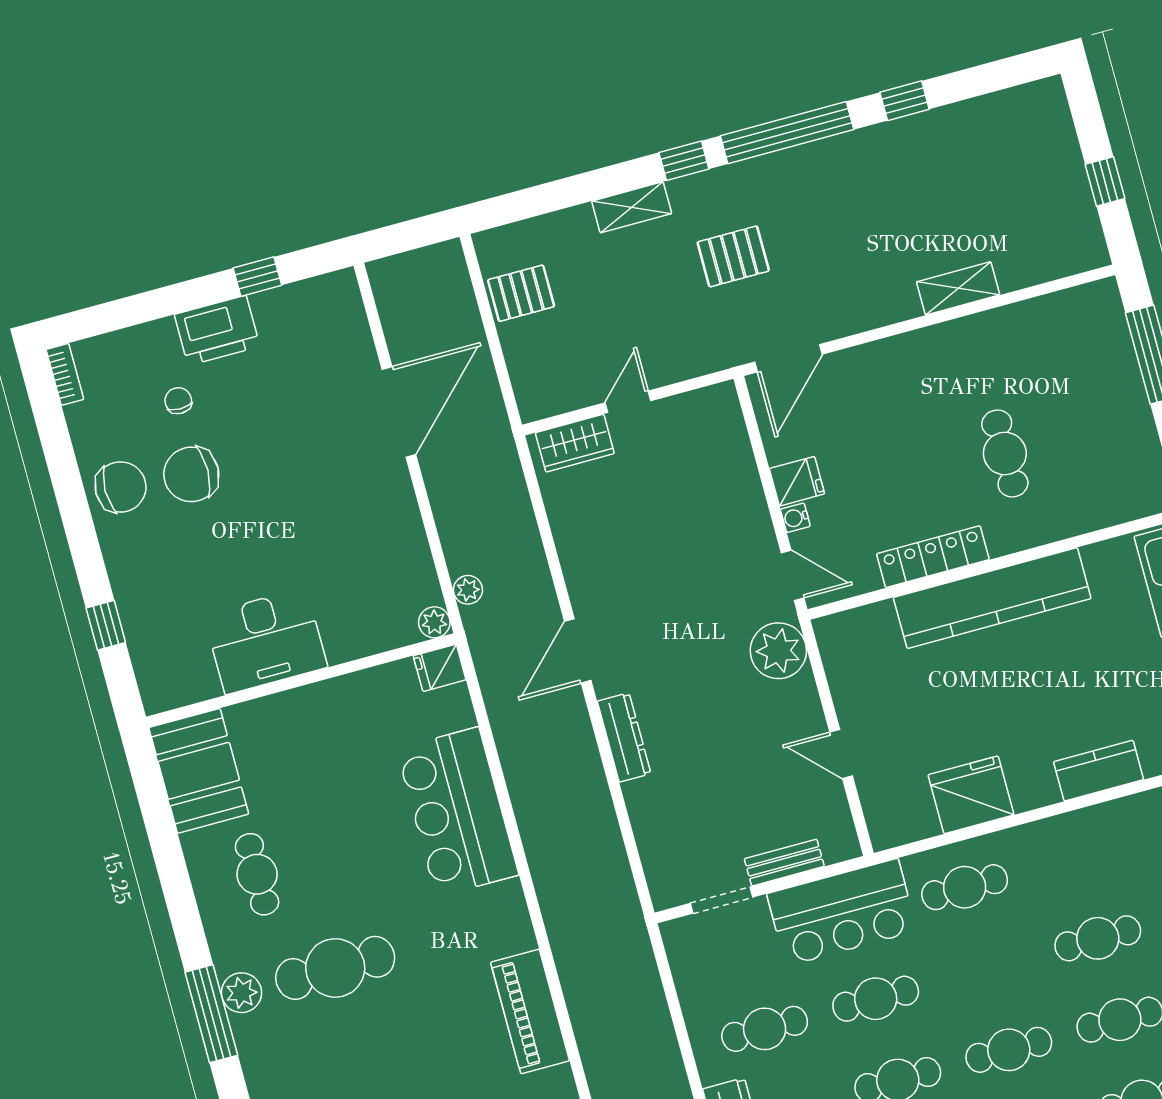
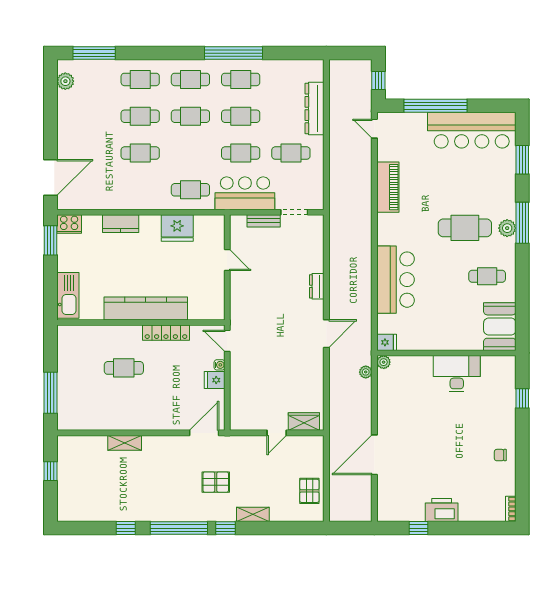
pallet: (521, 293) -> (309, 491), turned 90
chair: (178, 401) -> (466, 485), removed
cafe table: (1005, 454) -> (124, 368), turned 90
chair: (191, 474) -> (469, 452), removed
chair: (121, 487) -> (500, 455), width x0.54, depth x0.54
plant: (778, 651) -> (242, 311), removed
dresser: (624, 737) -> (317, 286), width x0.70
cafe table: (257, 874) -> (487, 276), turned 90

